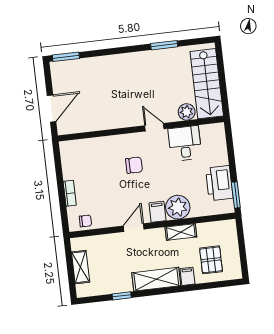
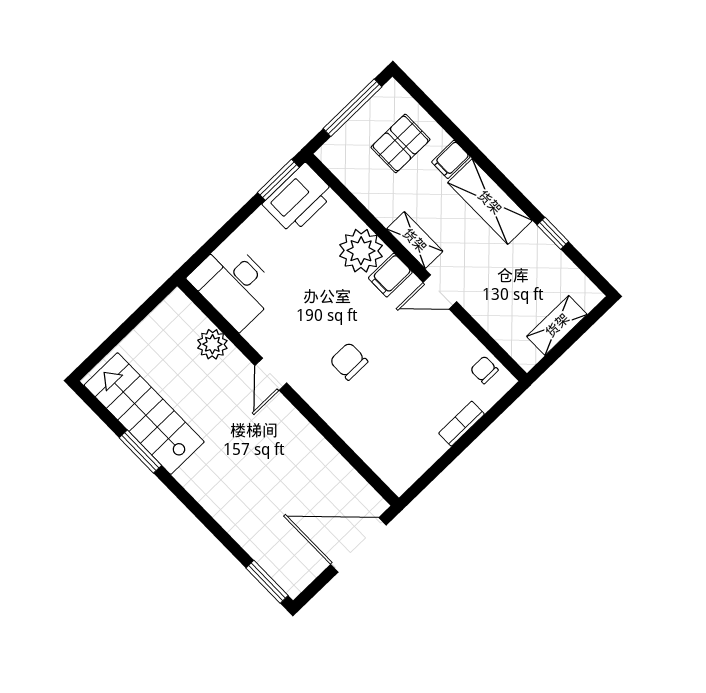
stairs: (207, 84) -> (144, 414), moved, turned -90
door: (52, 109) -> (358, 545), width x1.36
desk: (185, 143) -> (234, 285), moved, width x1.37
printer: (219, 183) -> (299, 199), moved
shelving: (181, 232) -> (415, 240), moved
window: (242, 251) -> (353, 108), added

